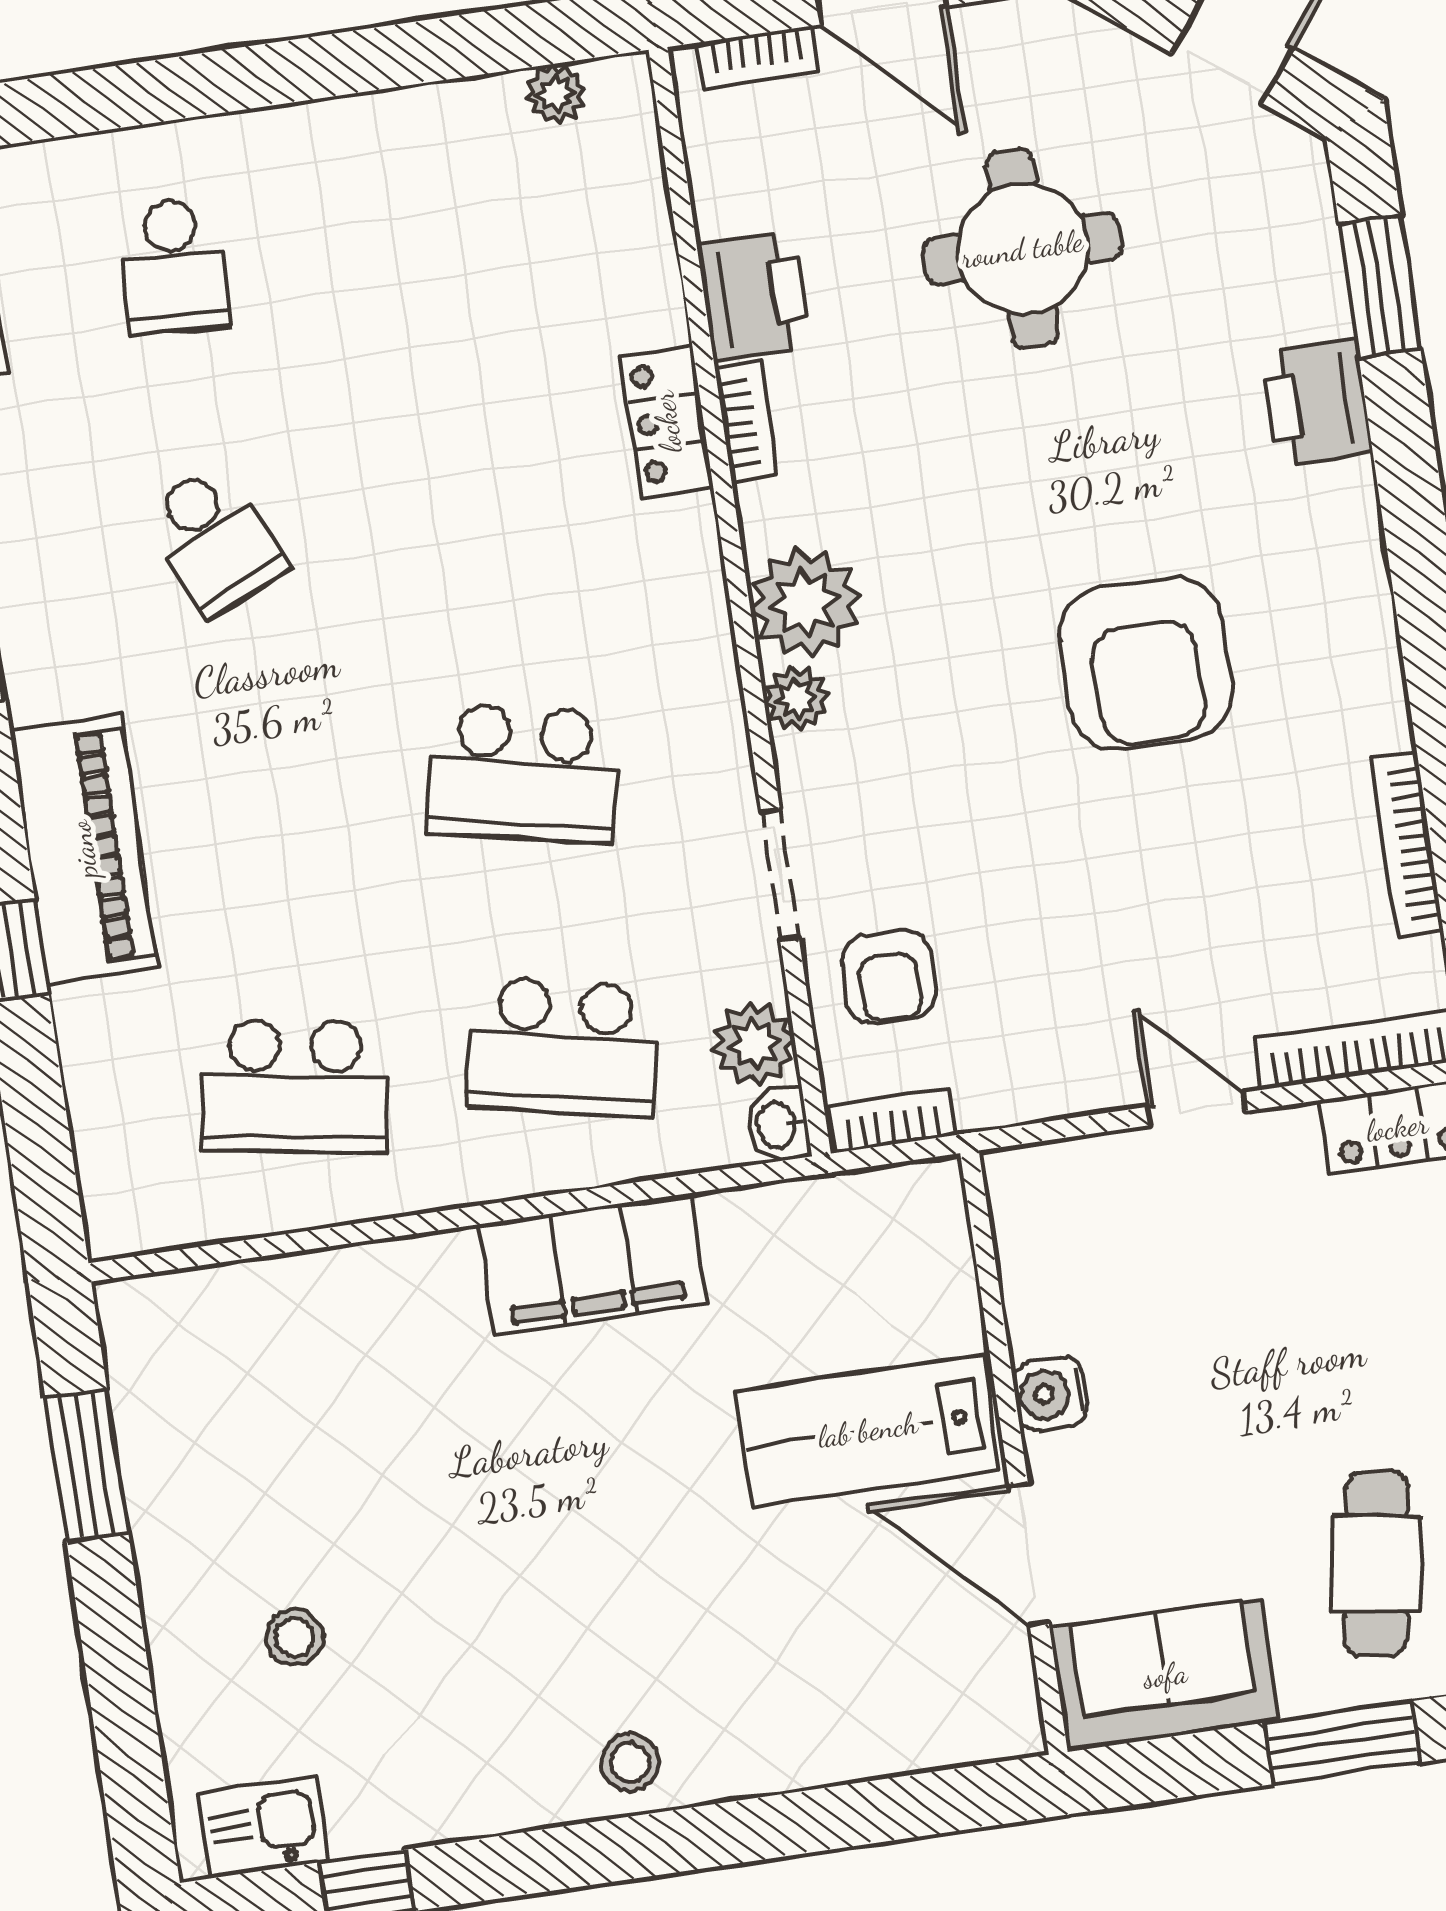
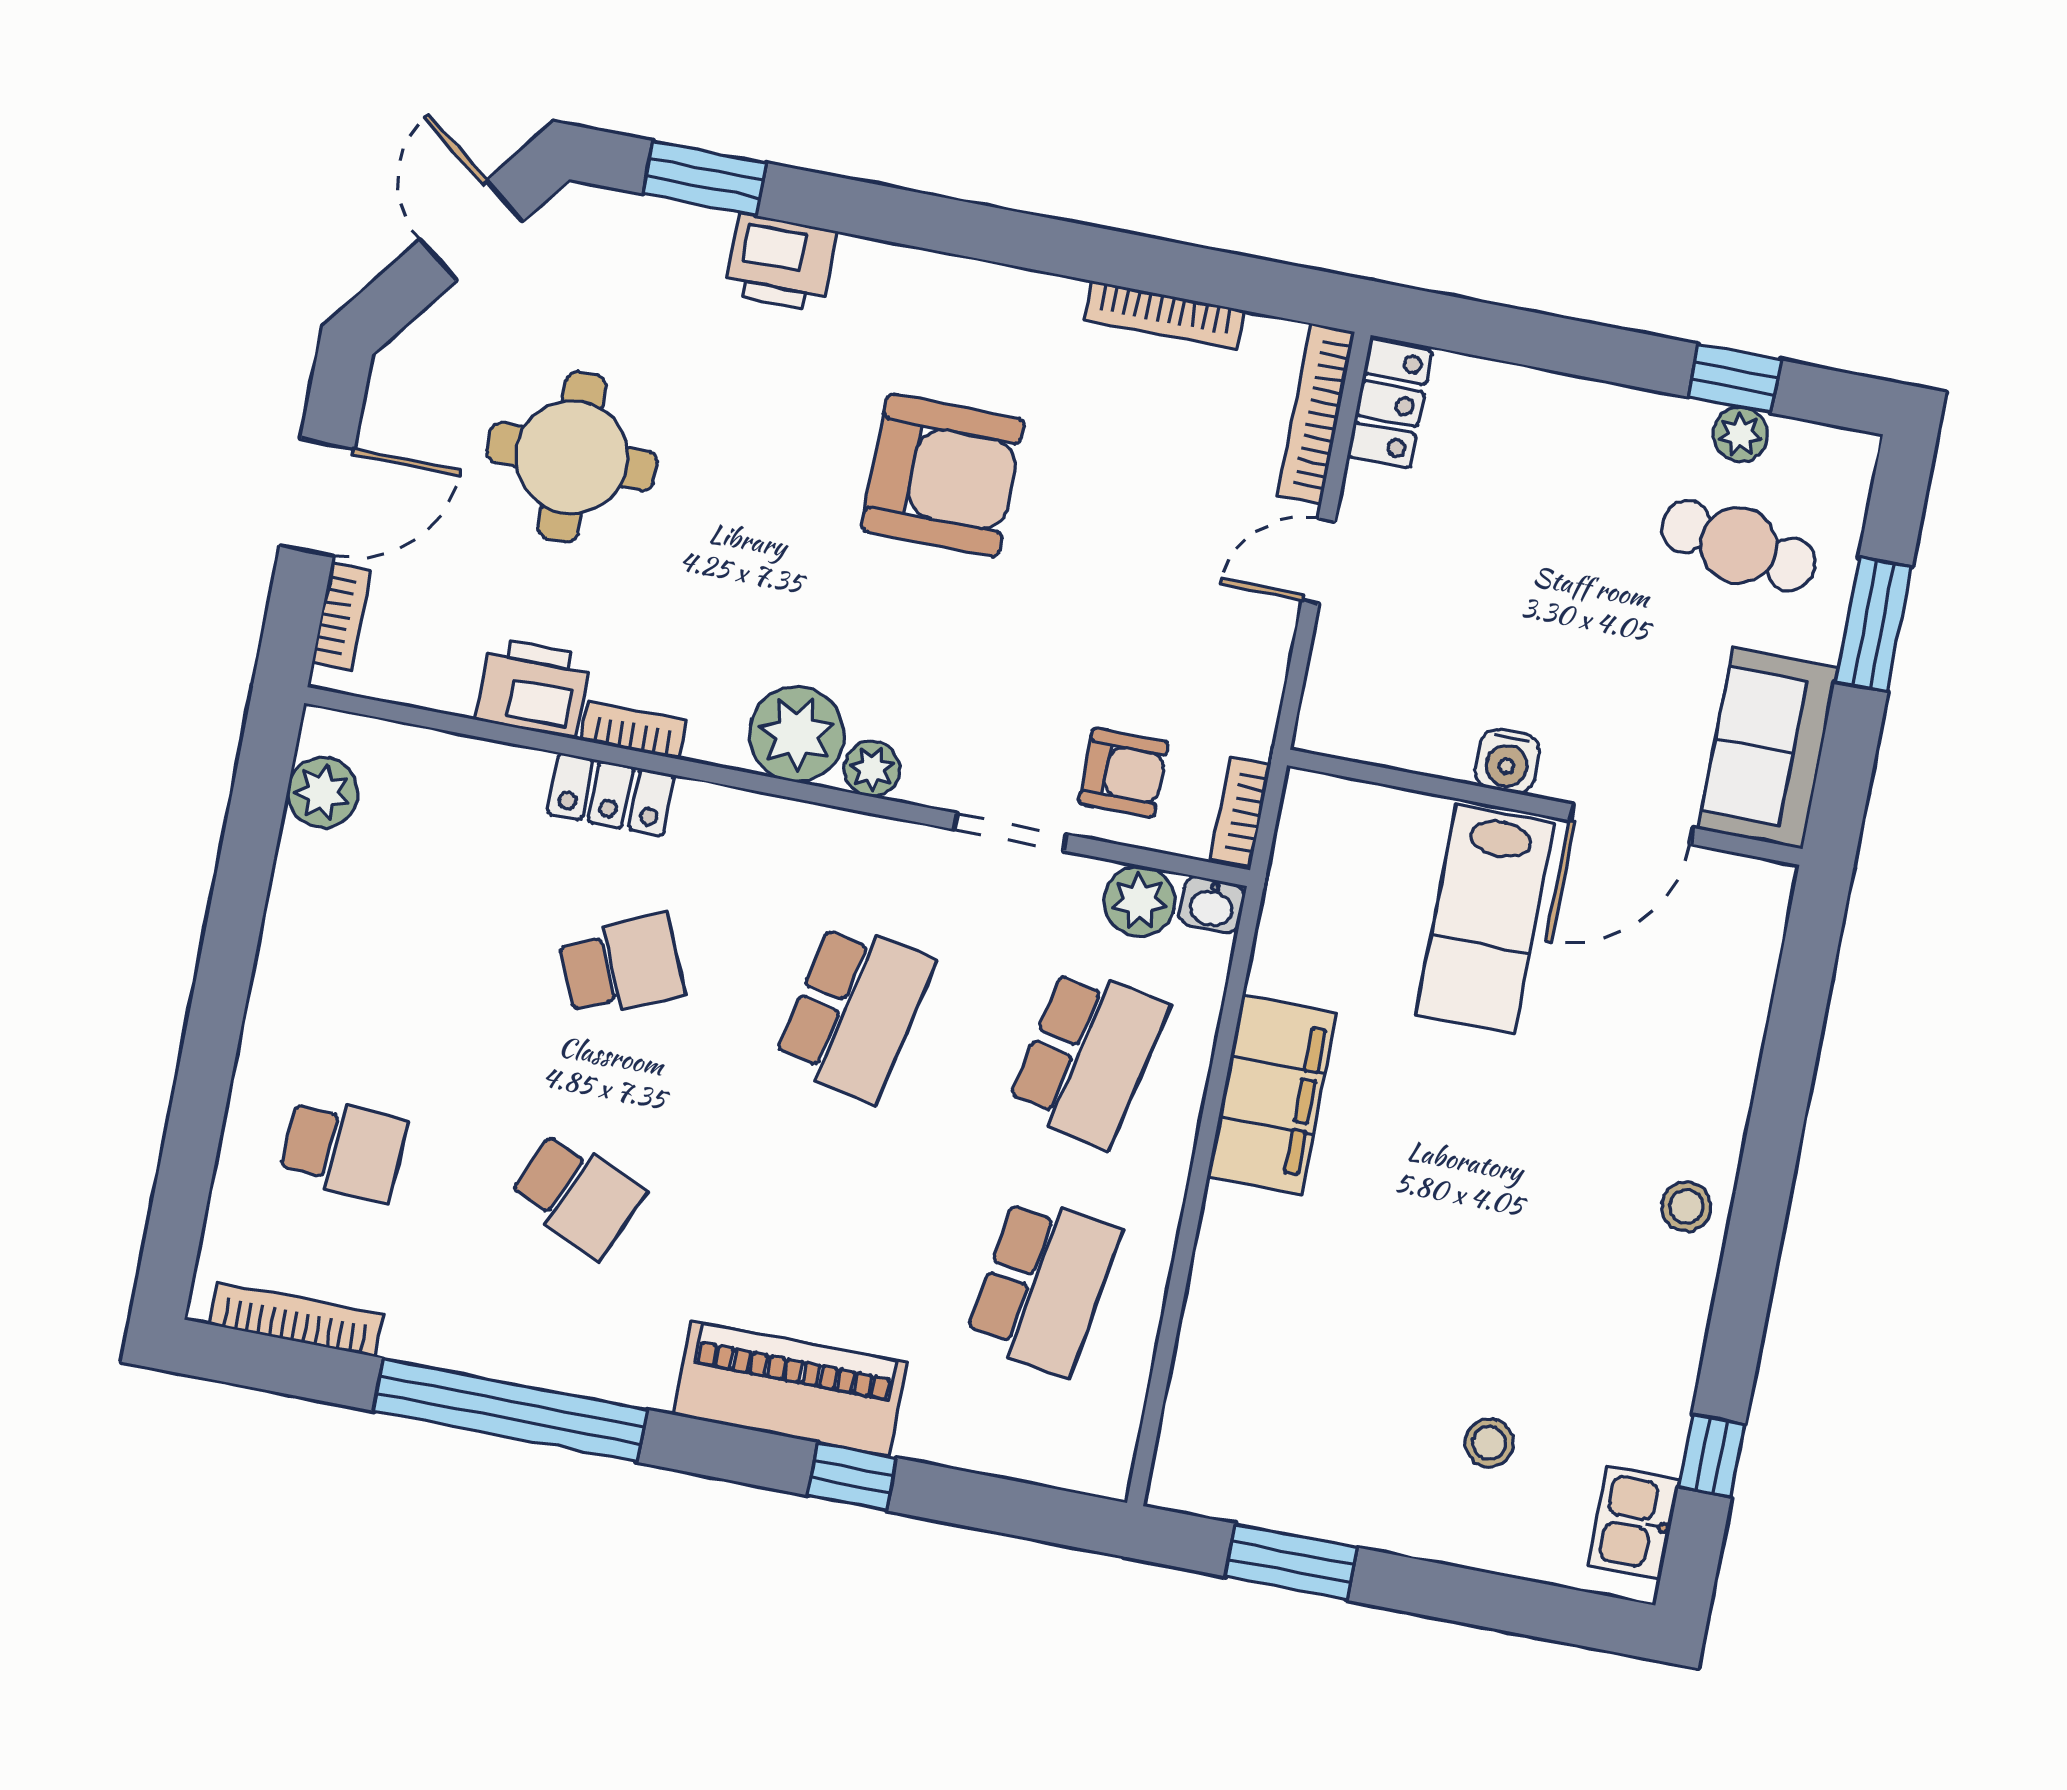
plant: (556, 94) -> (323, 792), width x1.38, depth x1.38
school desk: (482, 500) -> (621, 966), added
school desk: (214, 539) -> (577, 1195), turned 48

